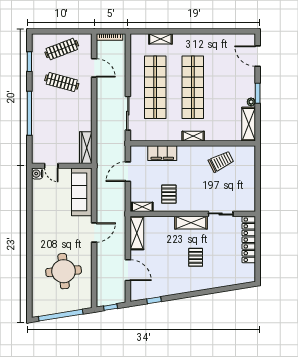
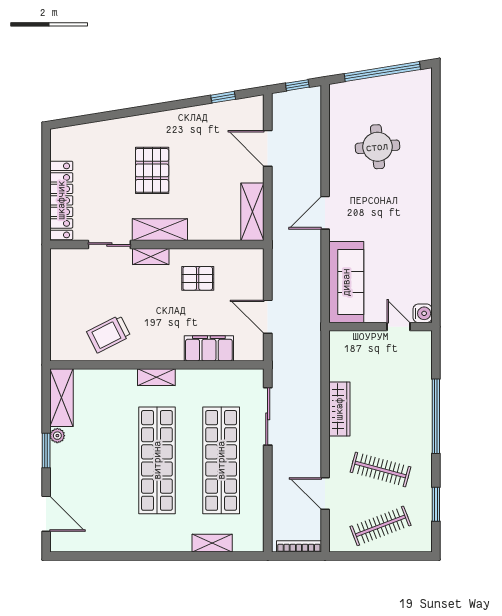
wardrobe: (86, 148) -> (339, 409), moved
door: (128, 172) -> (268, 317), swing flipped
pallet: (169, 194) -> (198, 278), turned 90
shelving: (142, 207) -> (151, 257), moved
pallet: (196, 257) -> (152, 170), width x1.50, depth x1.42
round table: (64, 271) -> (377, 147), width x0.73, depth x0.73

